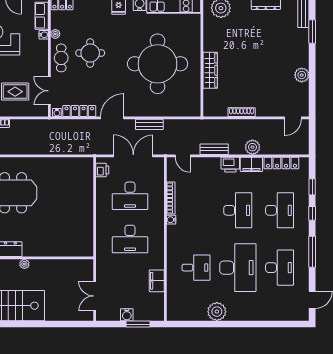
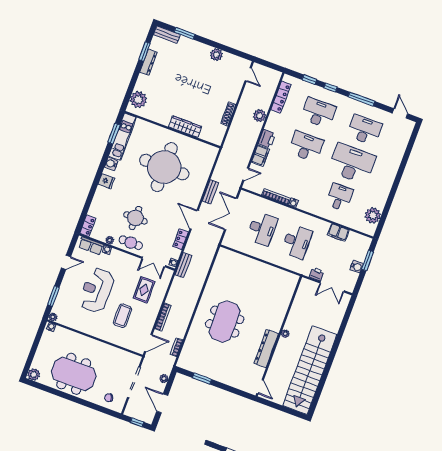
locker: (79, 111) -> (181, 239), width x0.66
bench: (214, 149) -> (183, 265), moved
filing cabinet: (251, 164) -> (260, 156), moved
printer: (102, 170) -> (317, 274), moved
plant: (217, 312) -> (373, 215), moved

